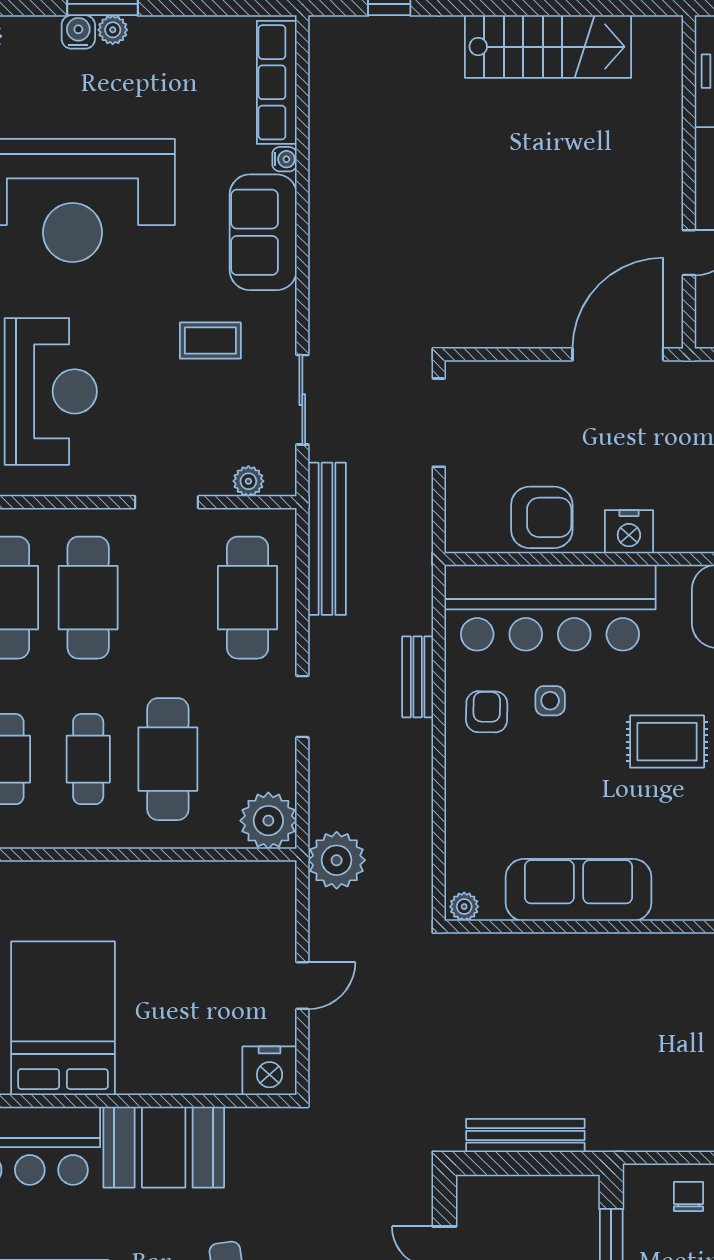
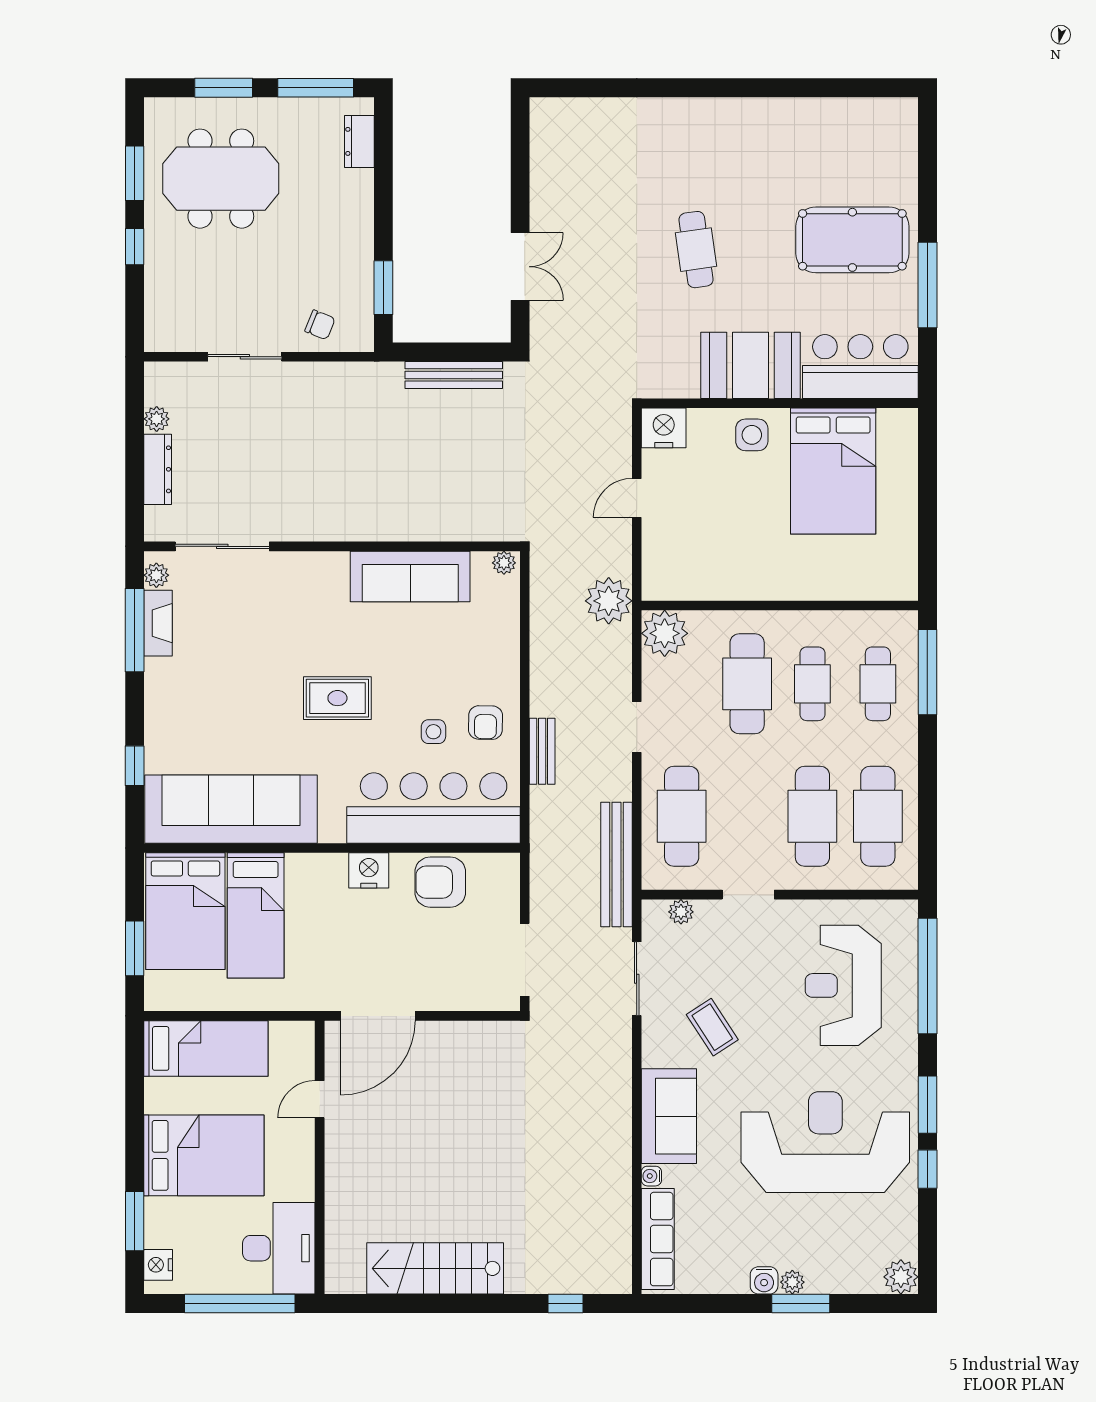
water cooler: (78, 32) -> (764, 1280), moved
coffee table: (210, 341) -> (712, 1027), turned 57
side table: (162, 1062) -> (752, 435), added
chair: (688, 1197) -> (320, 325), turned -68

